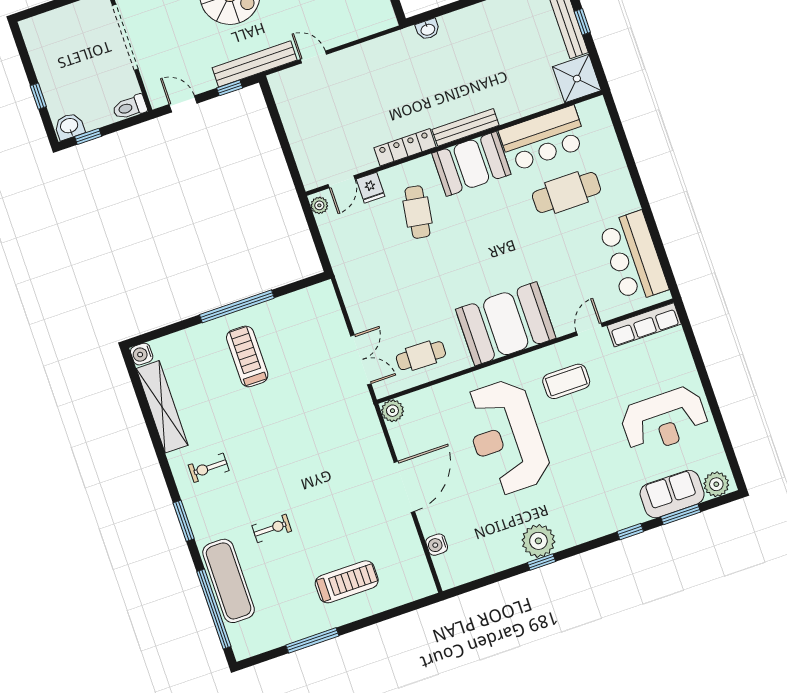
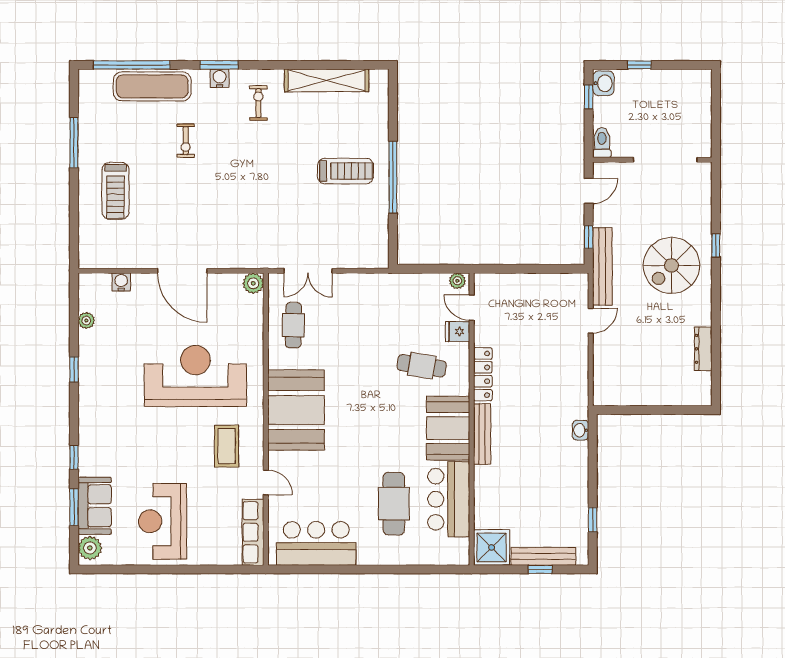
water cooler: (142, 354) -> (220, 78), moved
plant: (538, 541) -> (86, 320), moved, width x0.53, depth x0.53

